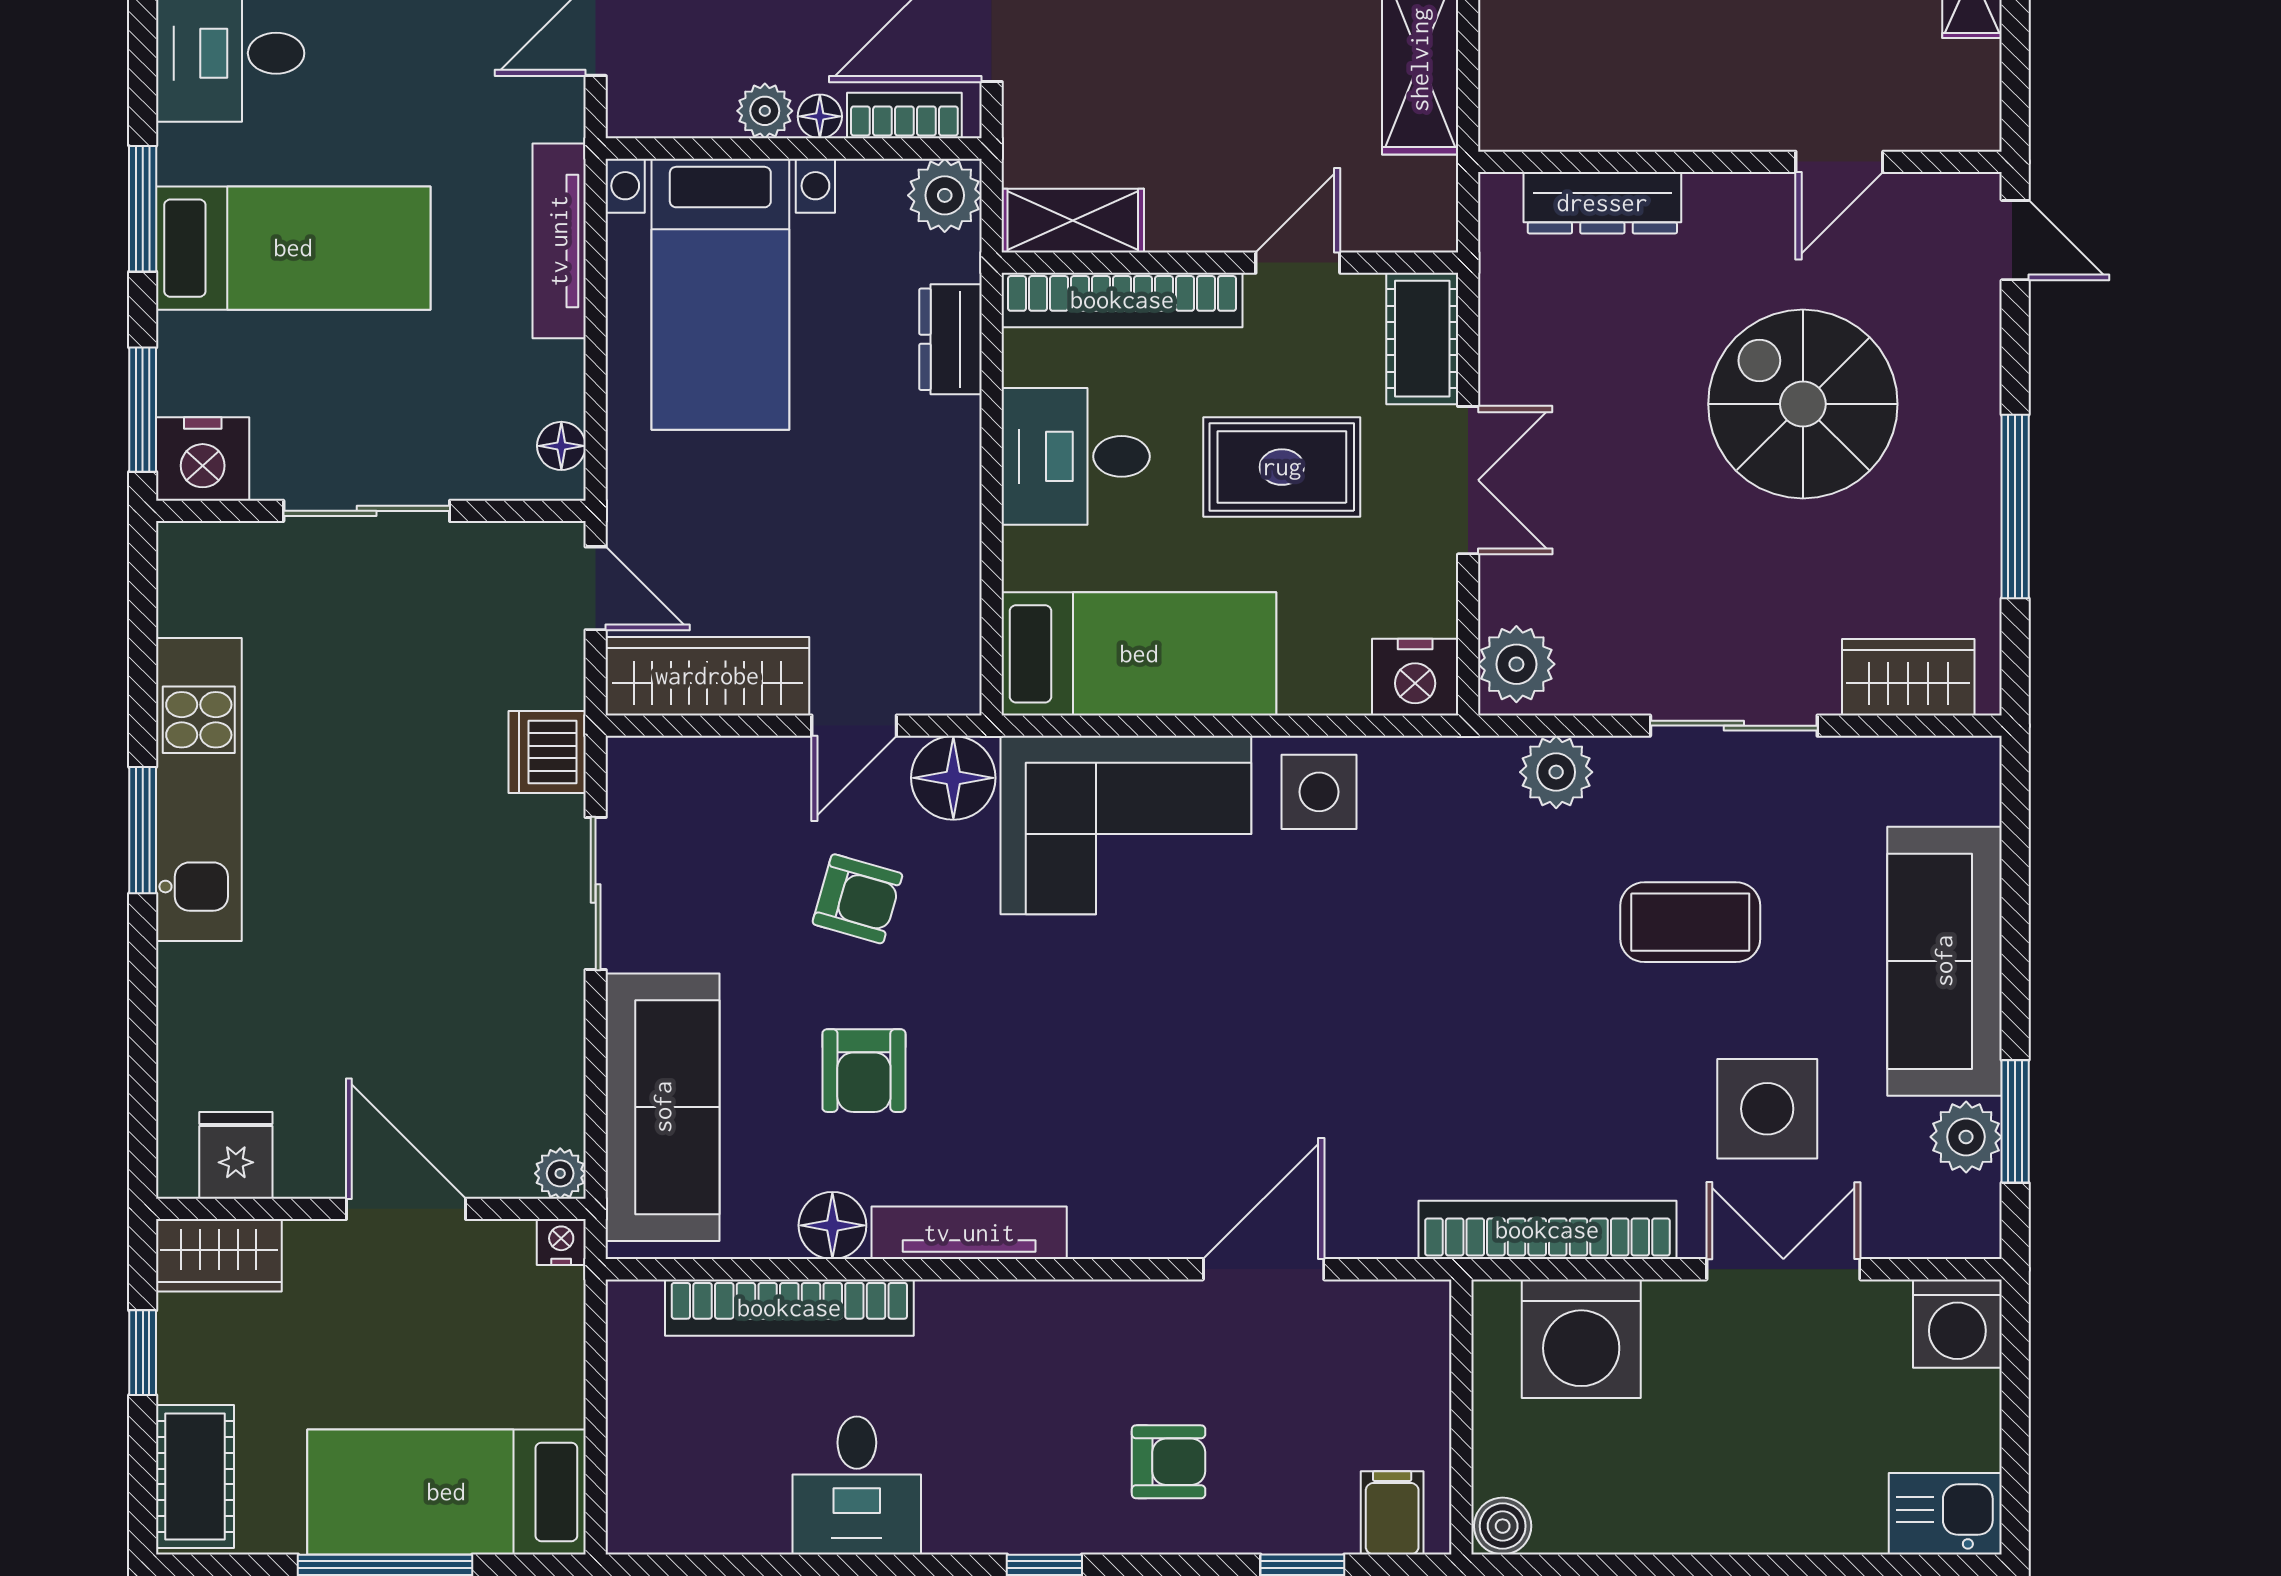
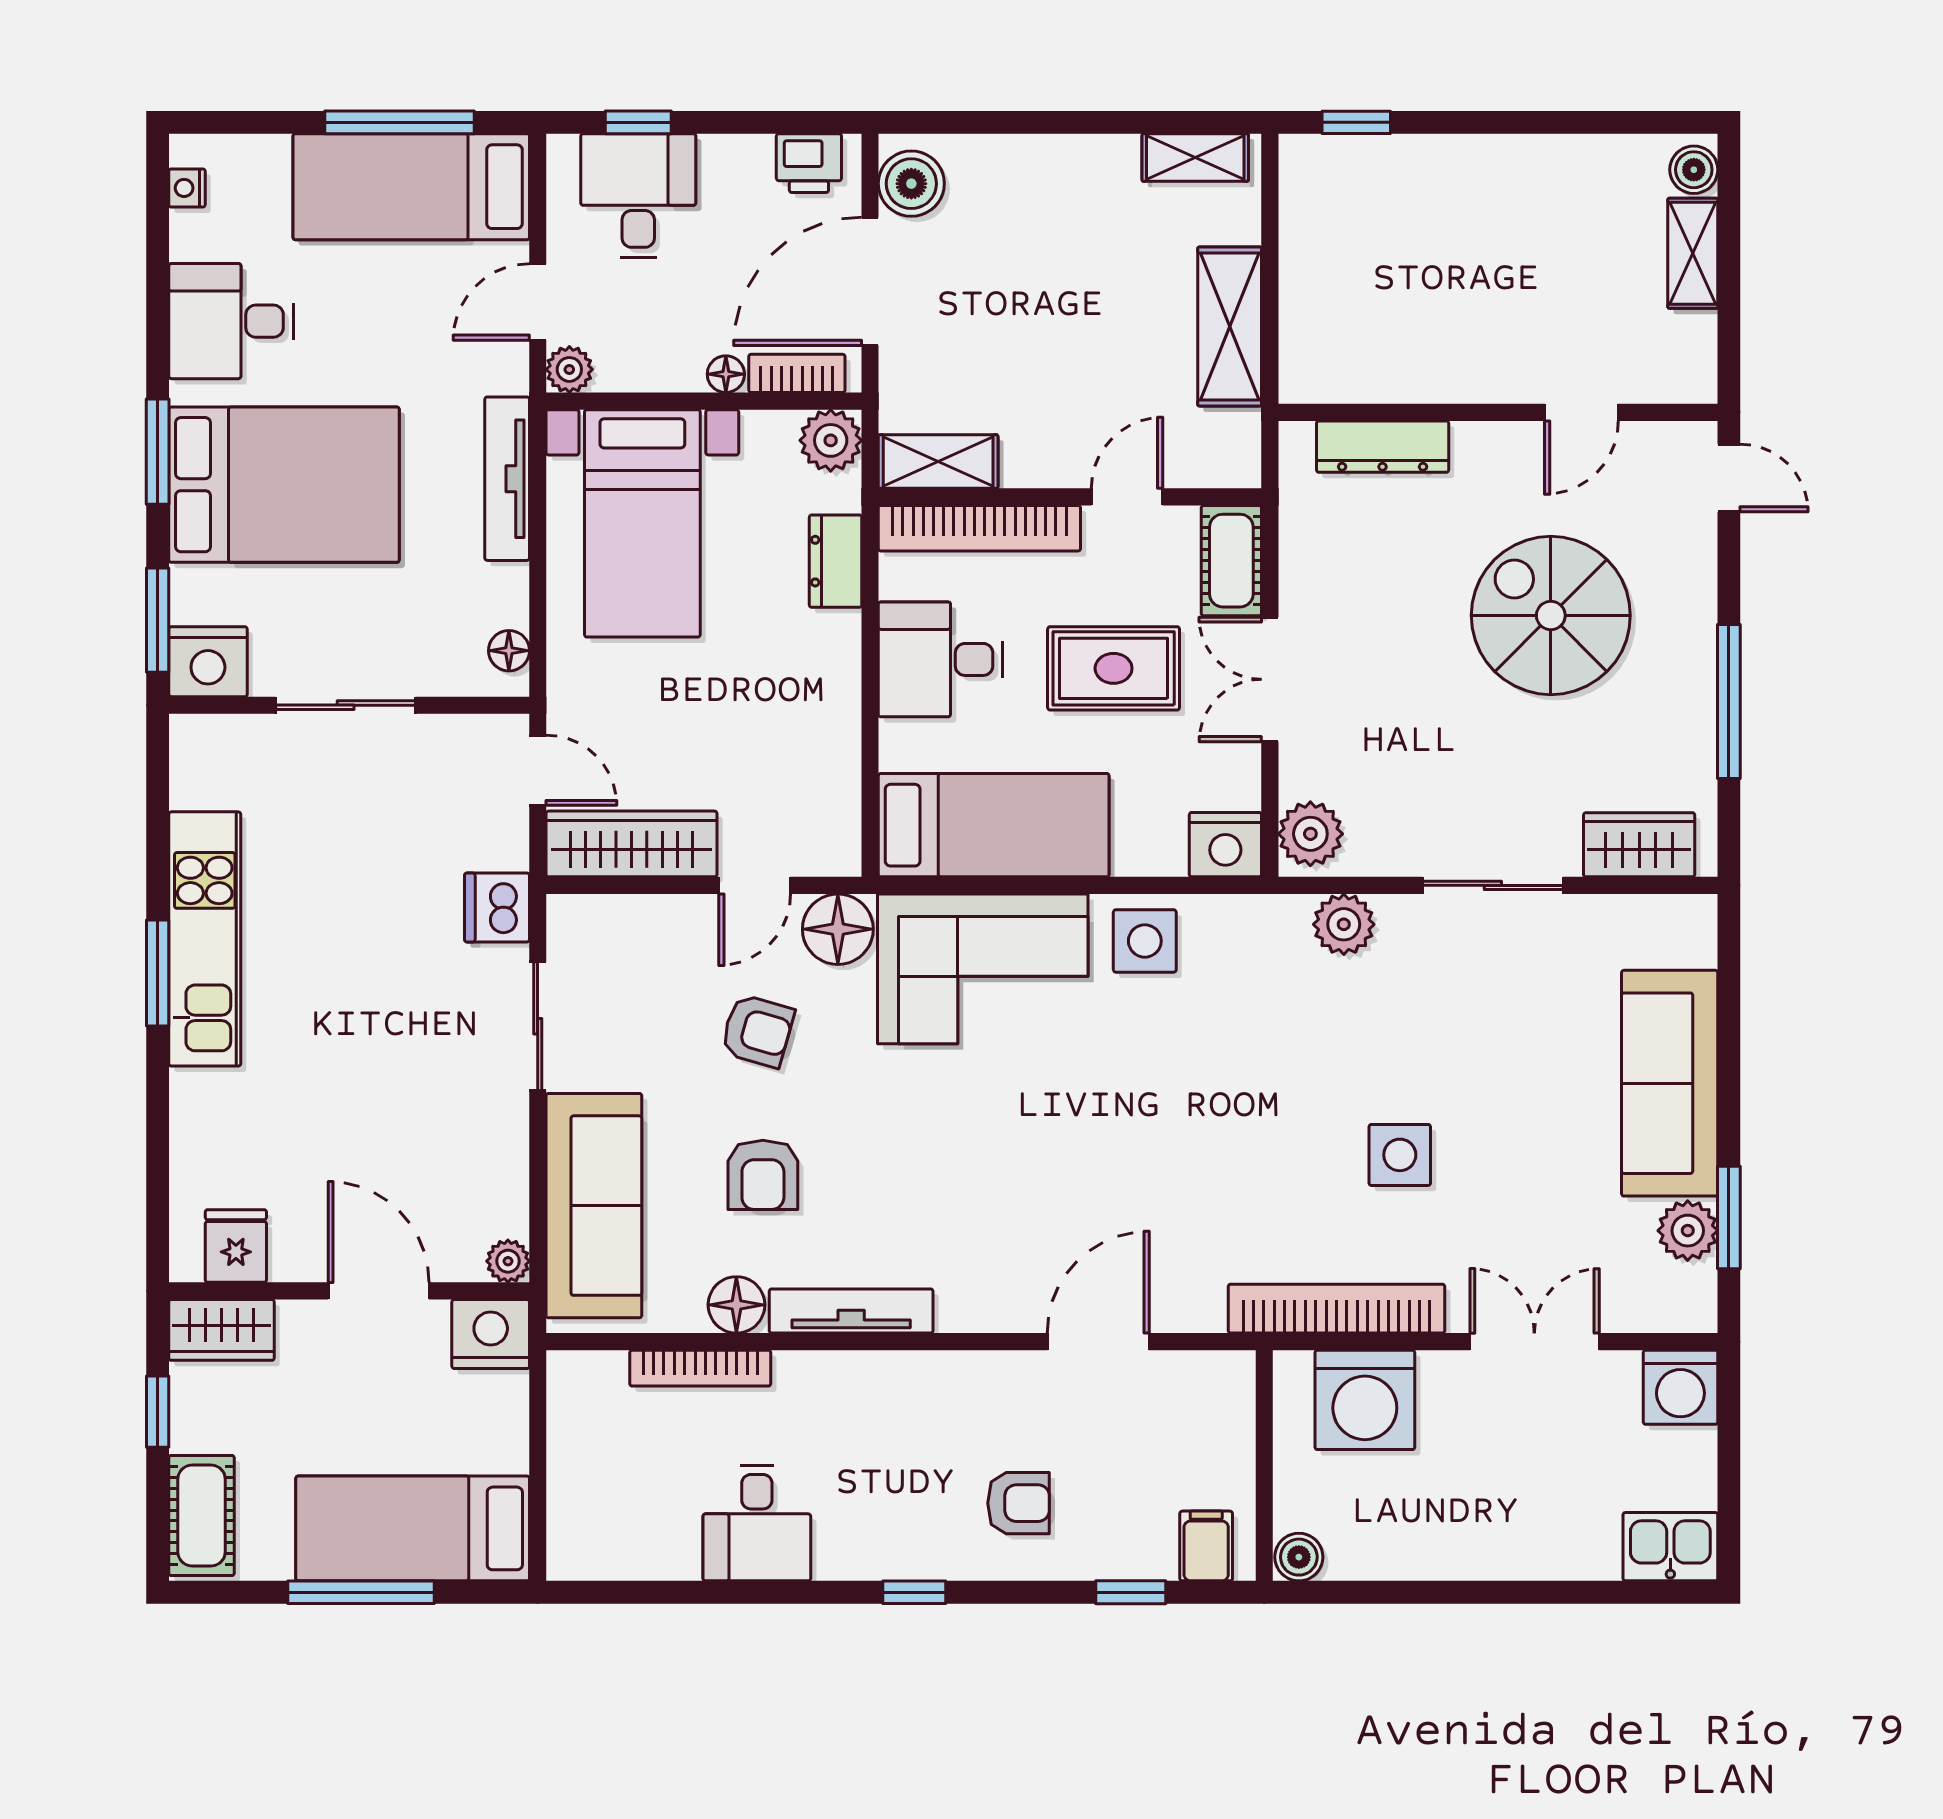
plant: (765, 111) -> (569, 369), moved
bed: (293, 248) -> (284, 485), width x1.50
double door: (1468, 480) -> (1270, 679), swing flipped
coffee table: (1690, 922) -> (1456, 1050), removed
side table: (1767, 1109) -> (1400, 1155), moved, width x0.73, depth x0.73
nightstand: (561, 1242) -> (491, 1334), width x1.89, depth x1.79
bookcase: (789, 1308) -> (700, 1368), width x0.68, depth x0.76

